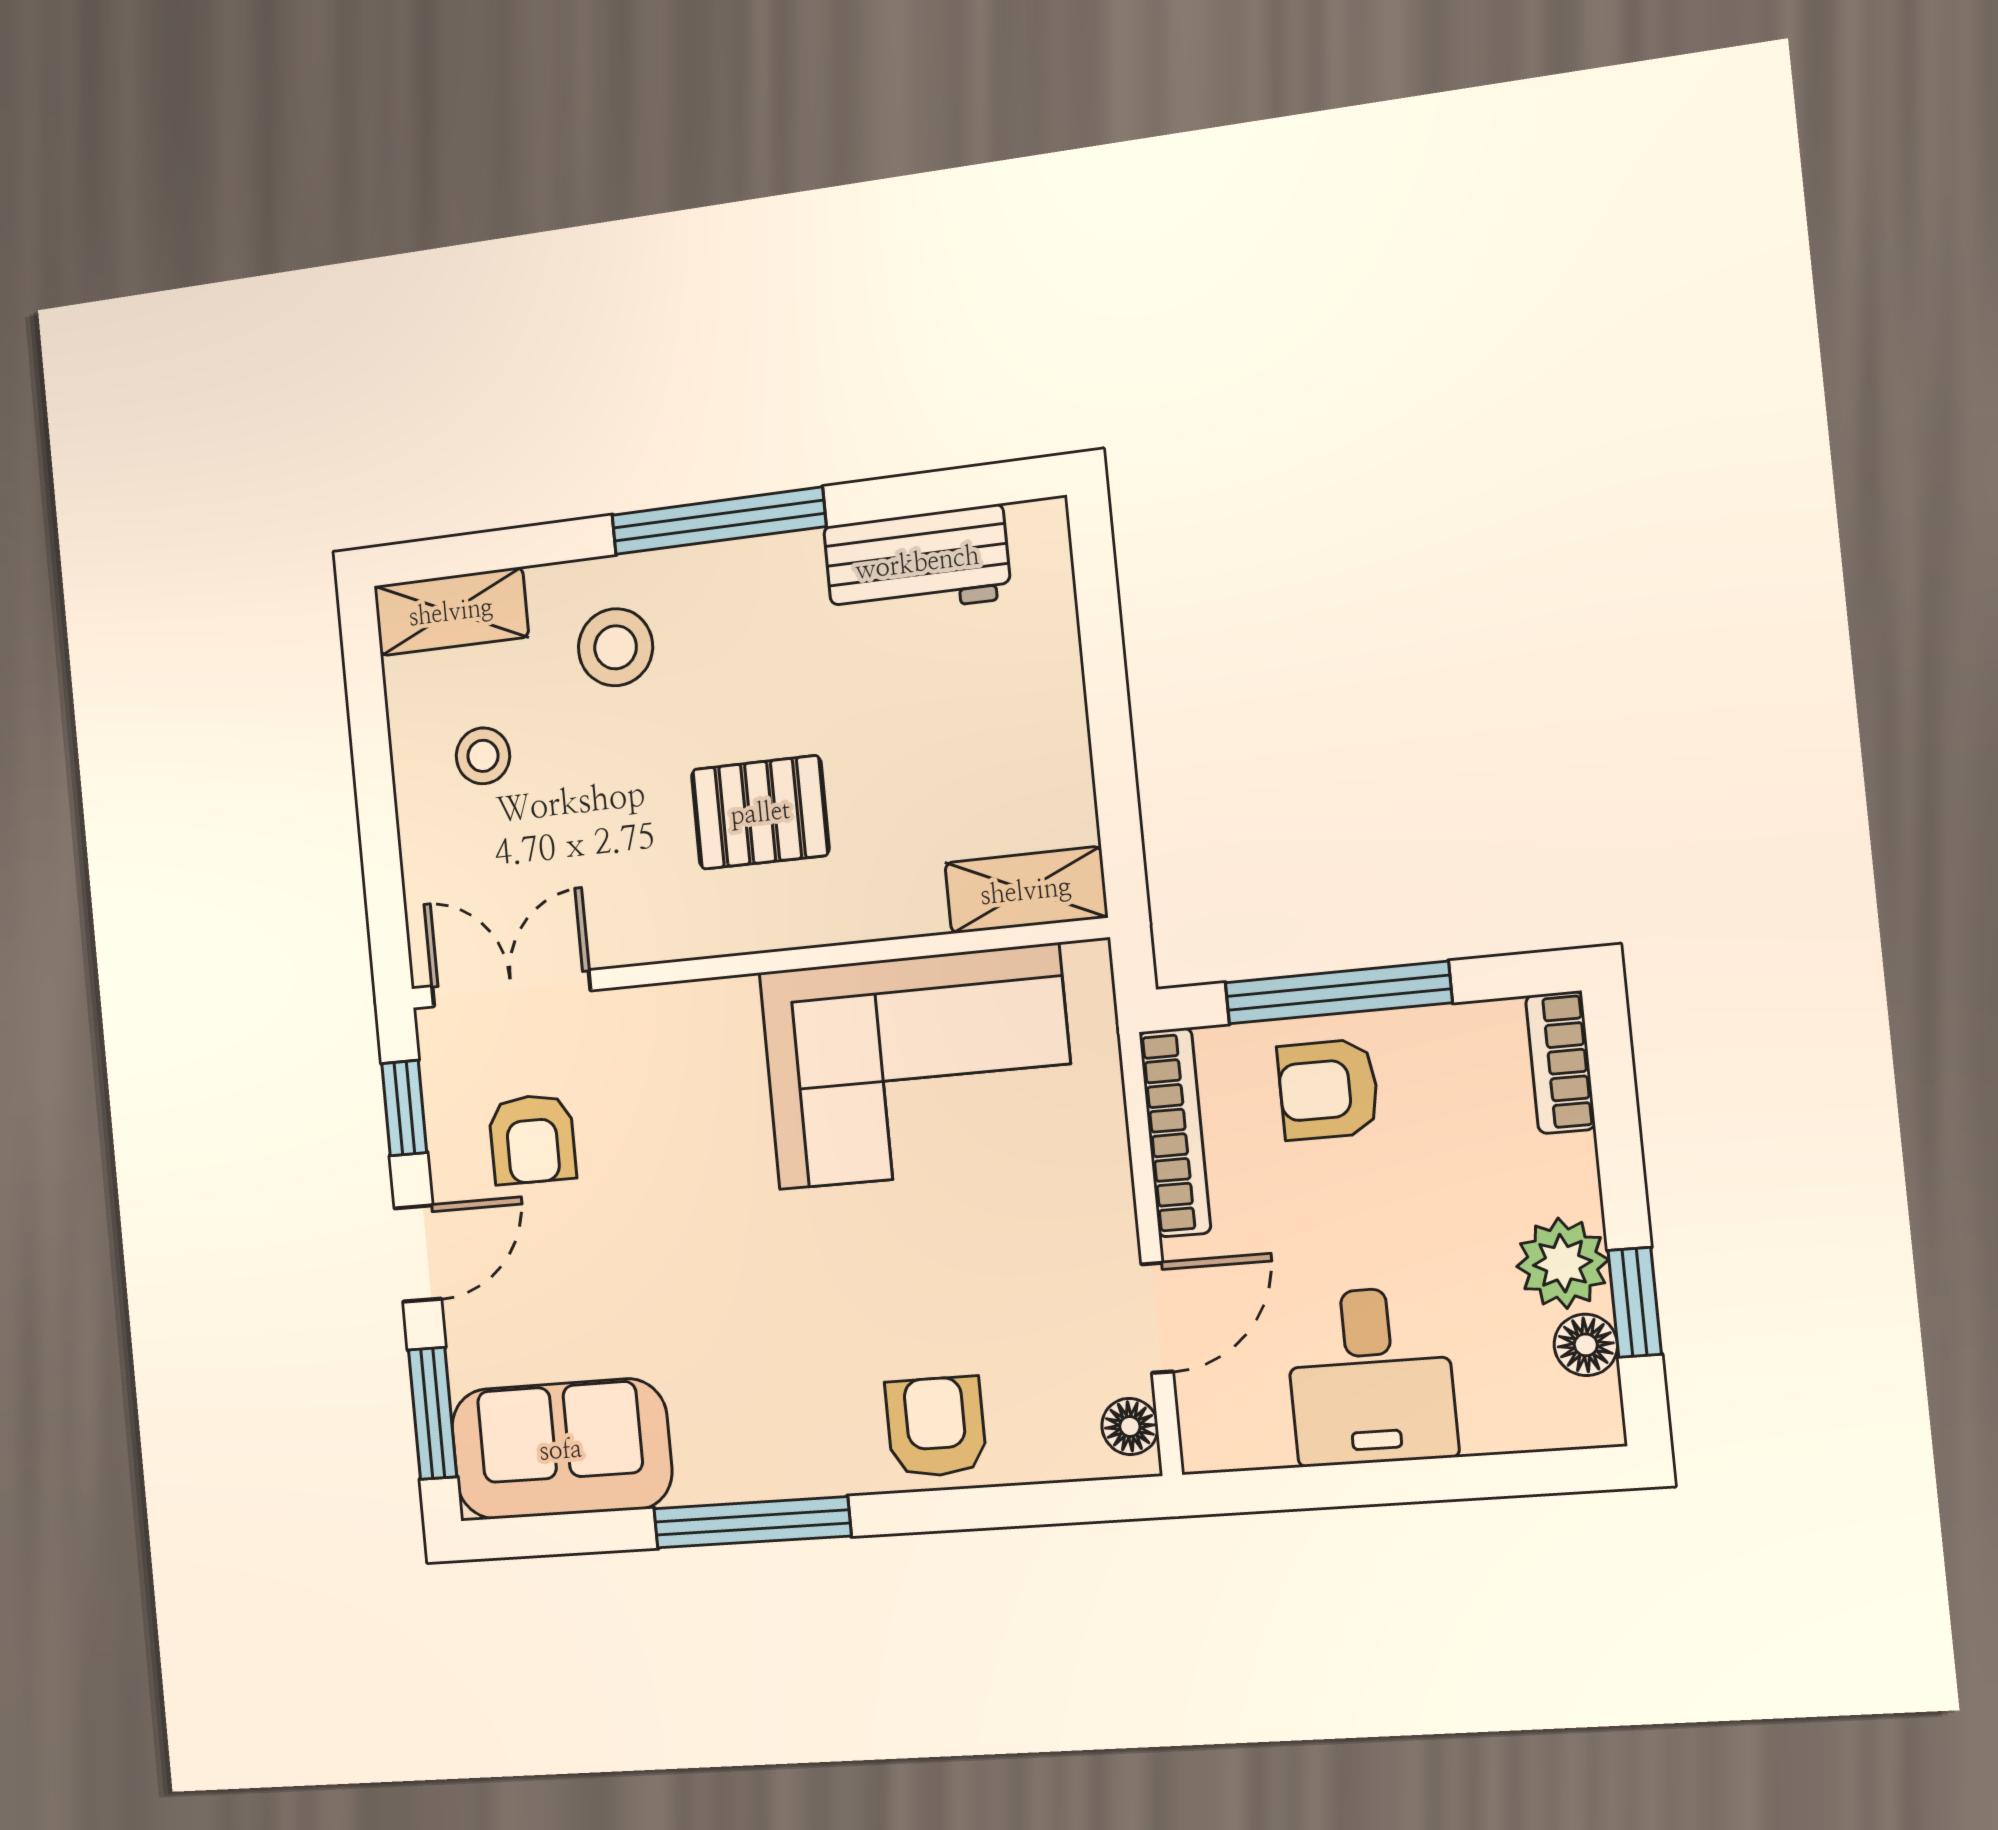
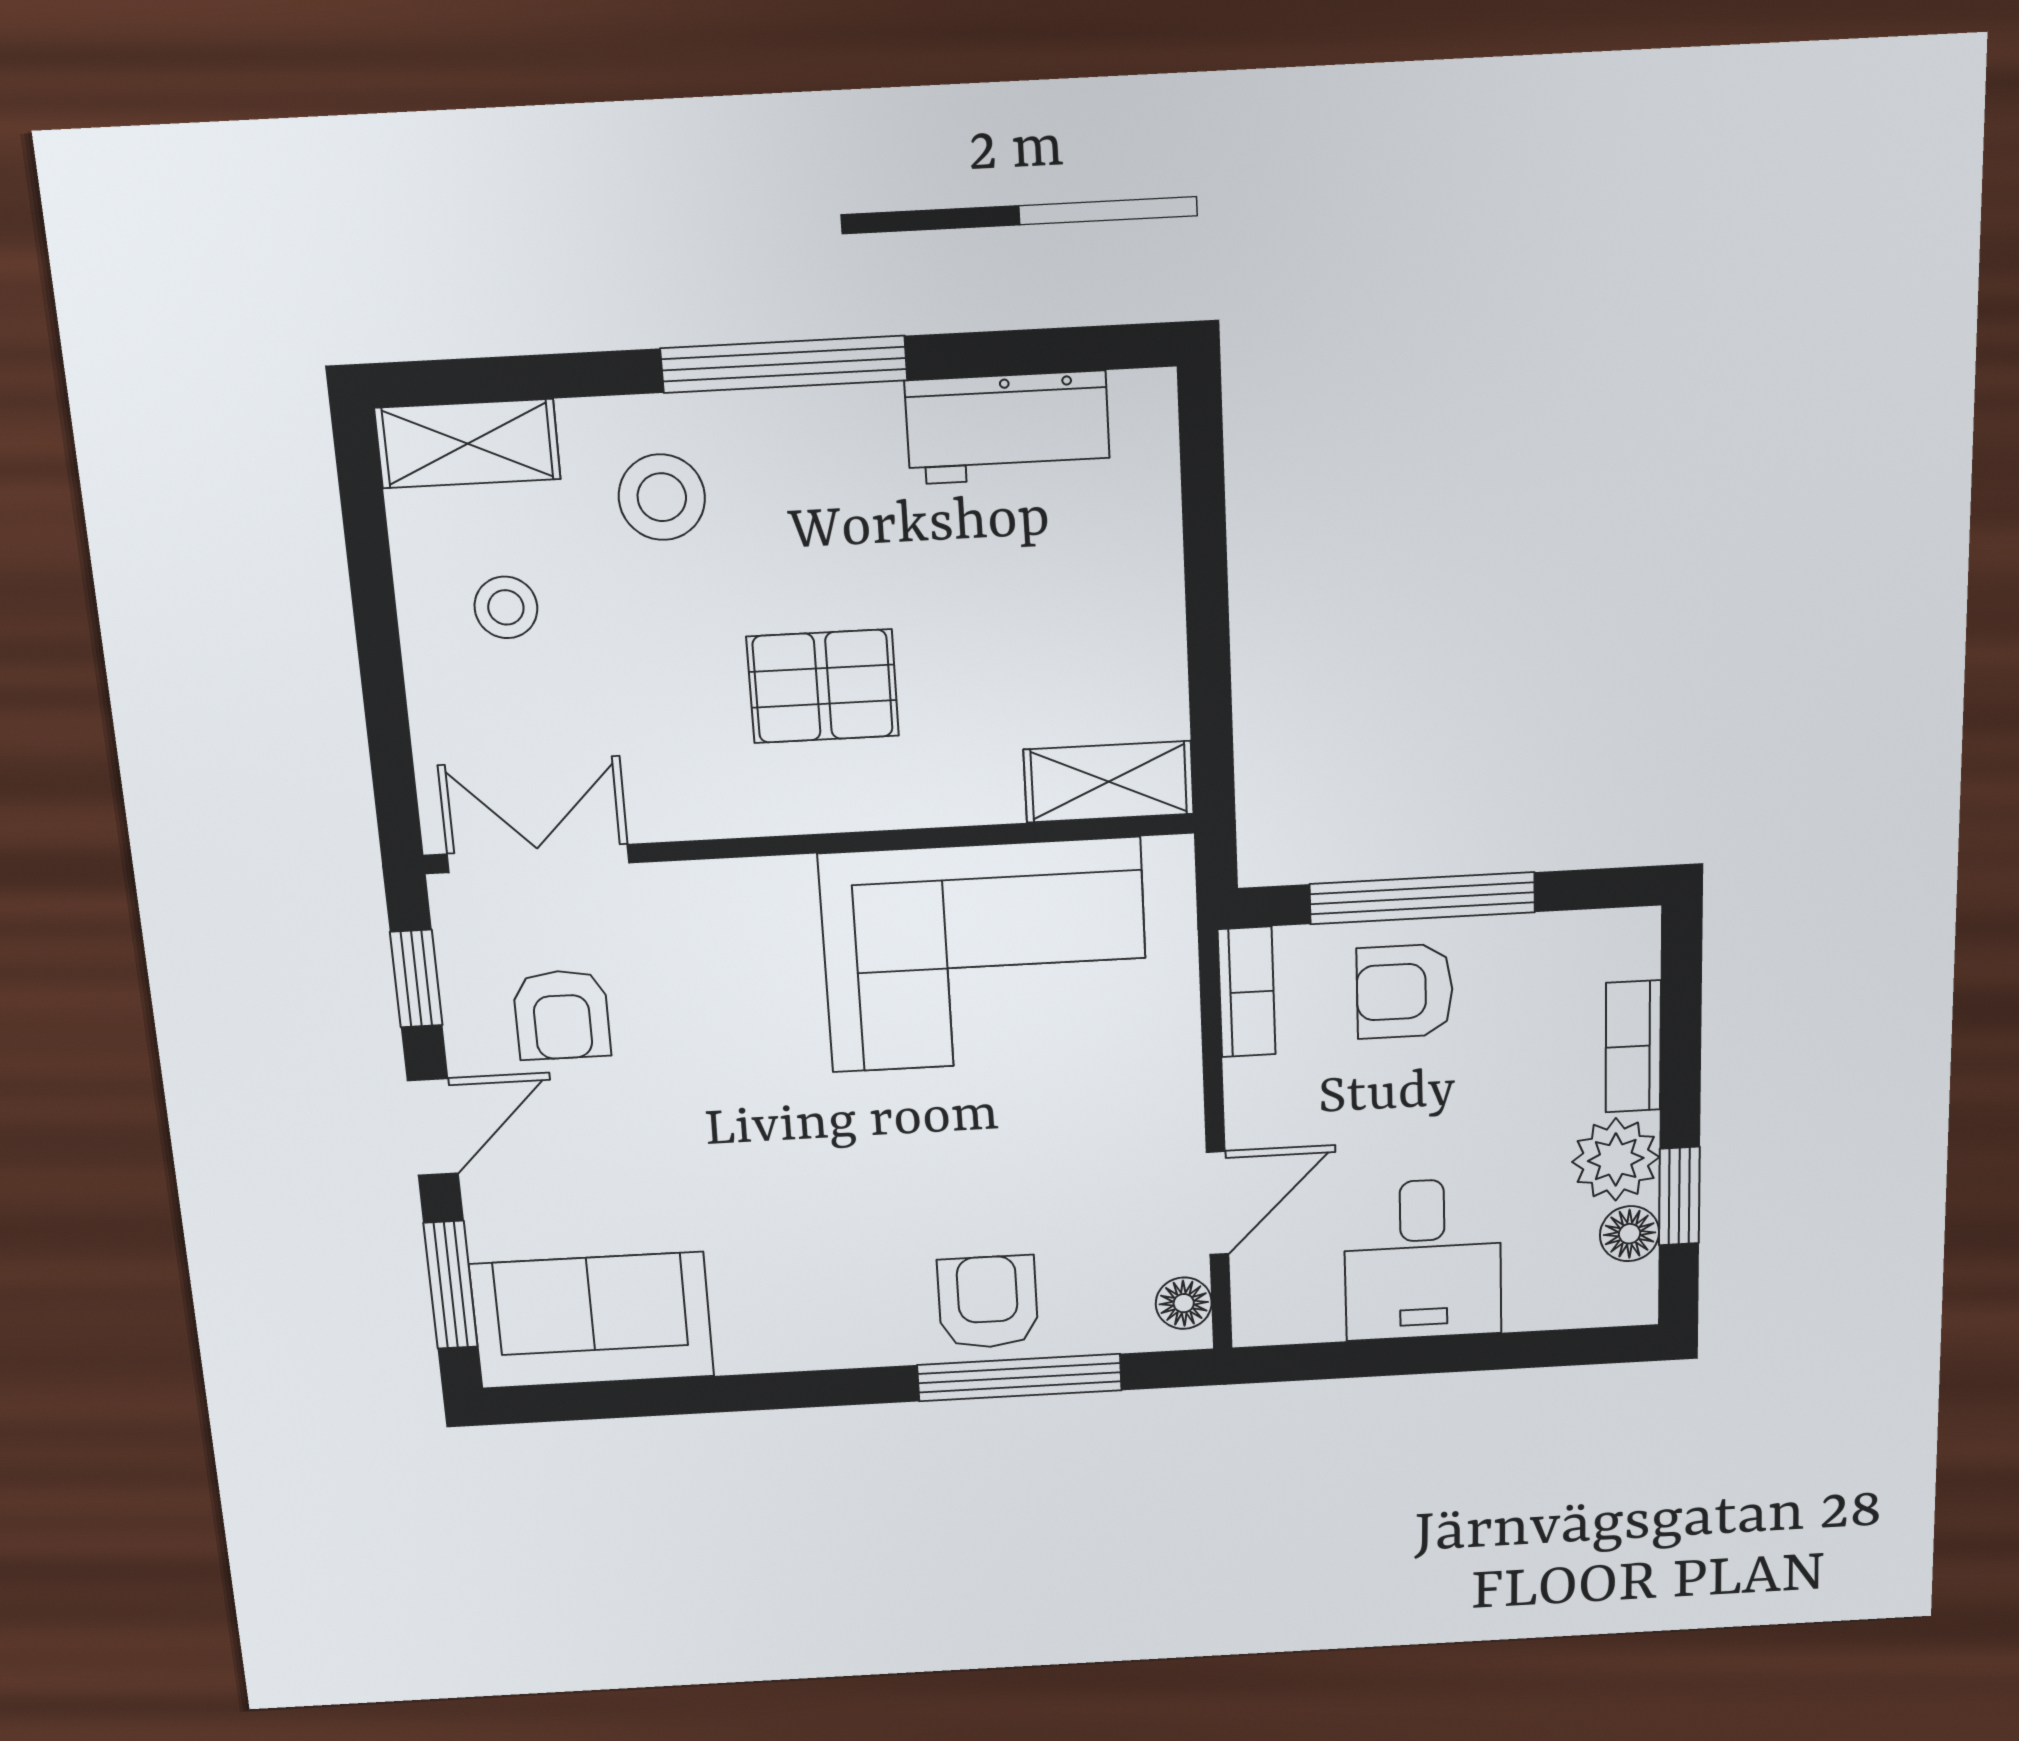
bookcase: (1560, 1062) -> (1633, 1046), moved
bookcase: (1175, 1132) -> (1247, 992), width x0.64
window: (752, 1522) -> (1019, 1378), moved

